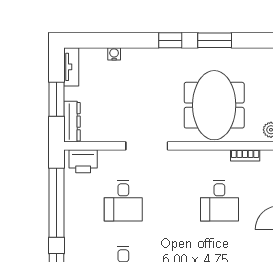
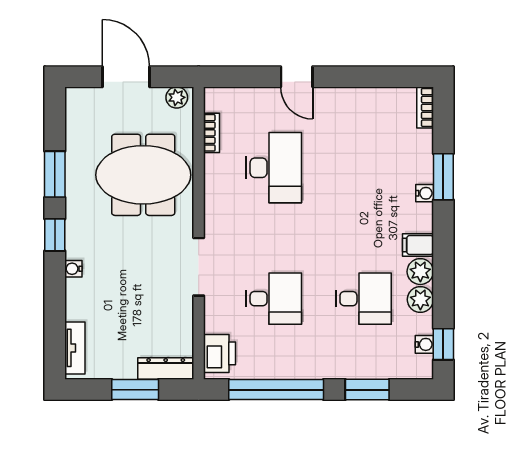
water cooler: (114, 54) -> (73, 269), moved
tv unit: (71, 67) -> (75, 348), moved, turned 90
desk: (219, 201) -> (274, 168), width x1.37

